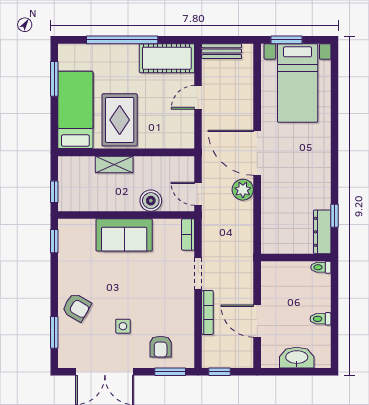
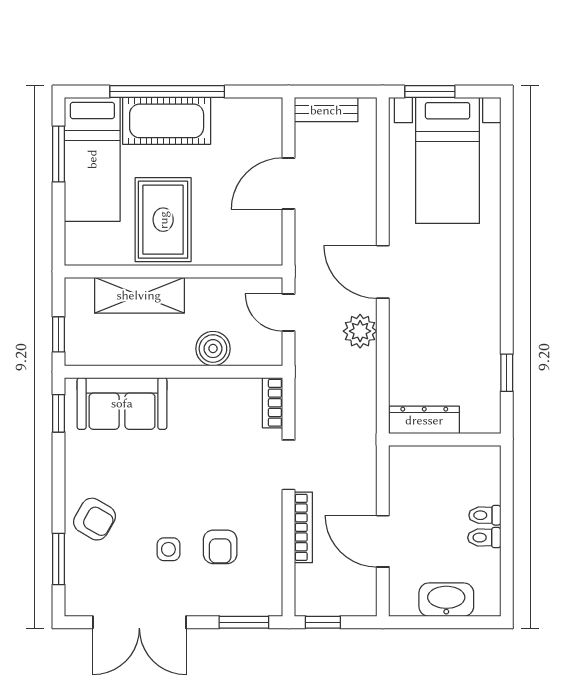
cot: (167, 58) -> (167, 121), moved
door: (198, 97) -> (289, 183), width x1.37
bed: (75, 110) -> (92, 159), moved, turned 180
door: (257, 153) -> (383, 272), width x0.73
shelving: (114, 164) -> (139, 295), width x1.50, depth x1.33
door: (198, 194) -> (289, 312), moved
dresser: (322, 232) -> (424, 420), moved, turned 90
sofa: (124, 235) -> (122, 403), moved
toilet: (321, 267) -> (485, 515), moved
armchair: (161, 347) -> (220, 547), moved

